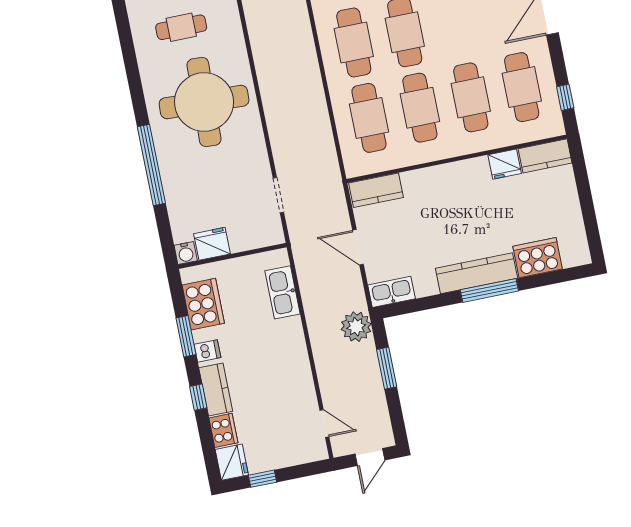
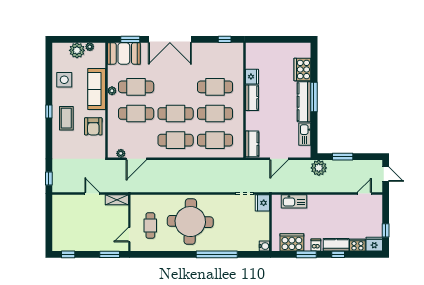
cafe table: (522, 87) -> (215, 60), removed
kitchen counter: (545, 156) -> (252, 98), moved
fridge: (212, 244) -> (262, 203), moved
kitchen sink: (391, 292) -> (305, 134), moved

